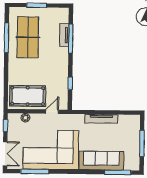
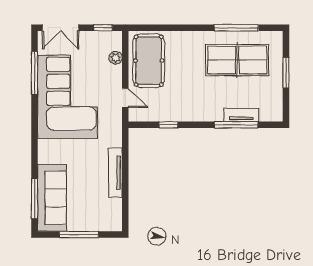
sofa: (101, 161) -> (52, 198), moved

